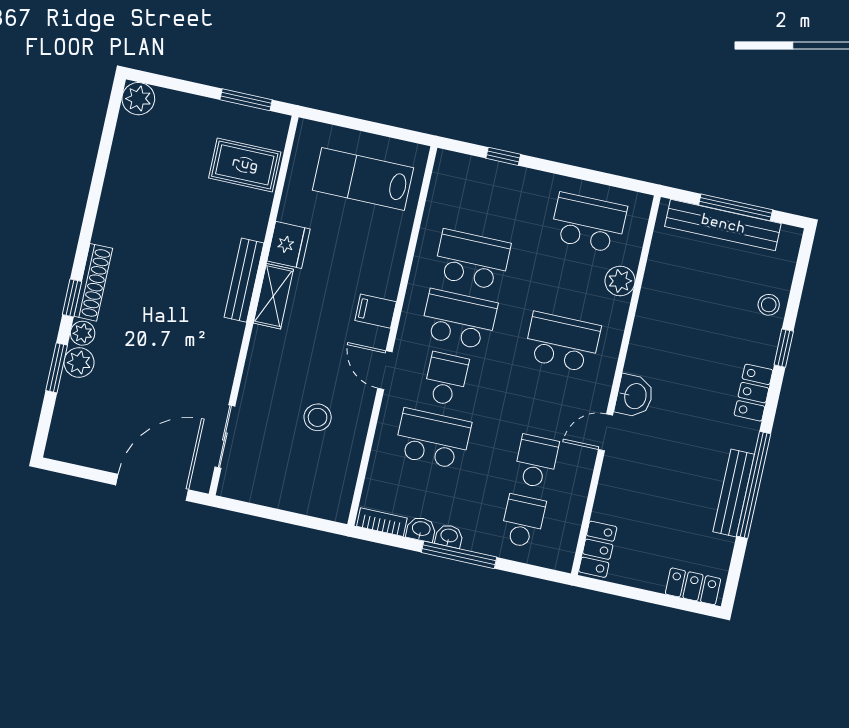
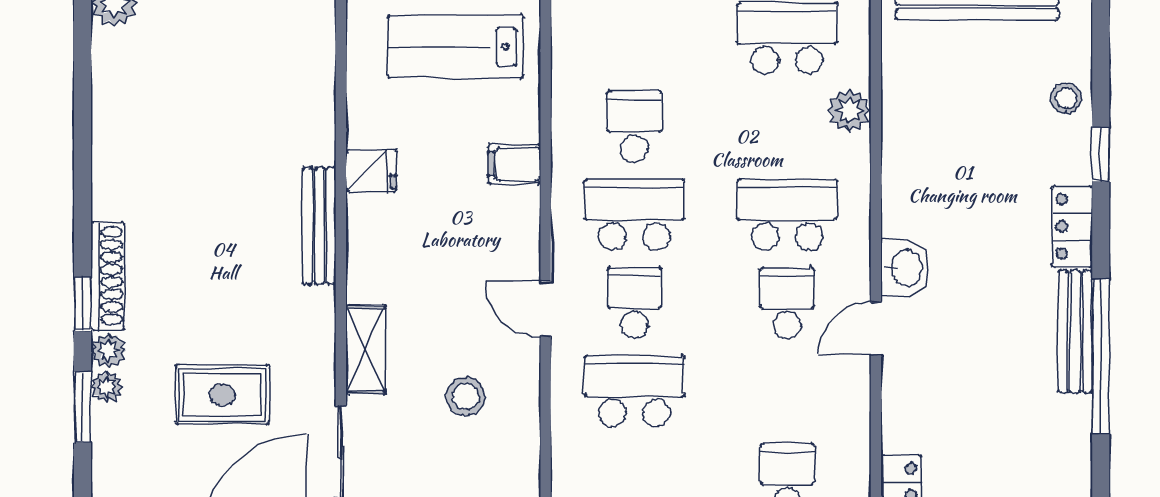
rug: (245, 165) -> (222, 395), moved
fridge: (289, 245) -> (371, 171), width x0.72
school desk: (472, 260) -> (634, 126), width x0.54
shelving: (273, 296) -> (366, 349), moved
filing cabinet: (376, 311) -> (514, 164), moved
plant: (79, 362) -> (107, 387), width x0.73, depth x0.73
school desk: (536, 461) -> (787, 303), moved
bench: (734, 493) -> (1075, 332), moved

